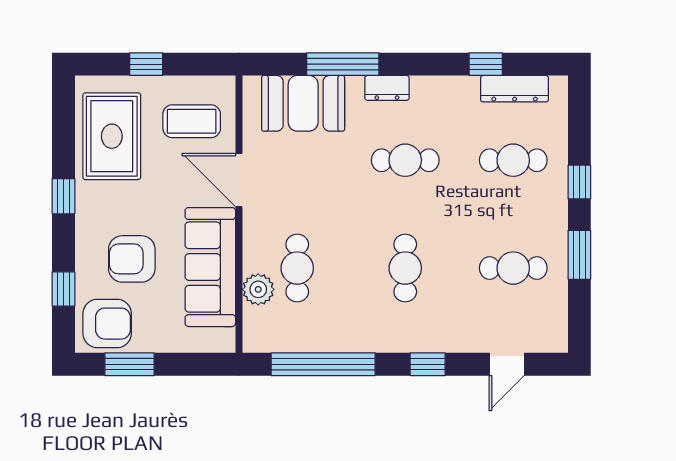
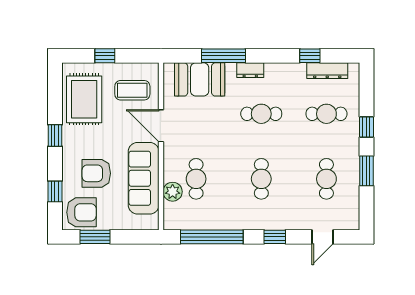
cafe table: (513, 268) -> (326, 179), turned 90

